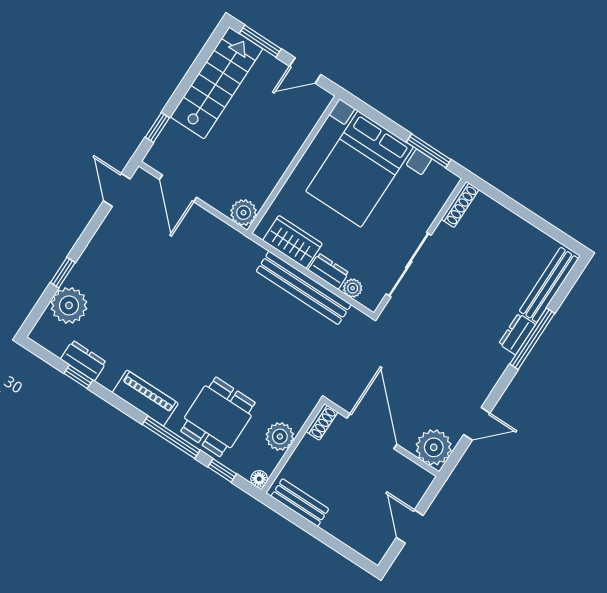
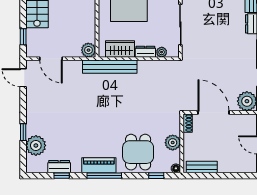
bench: (304, 288) -> (110, 67), moved
window: (171, 437) -> (104, 176), moved

